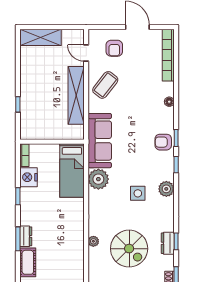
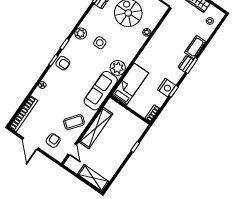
nightstand: (29, 177) -> (167, 88), moved

